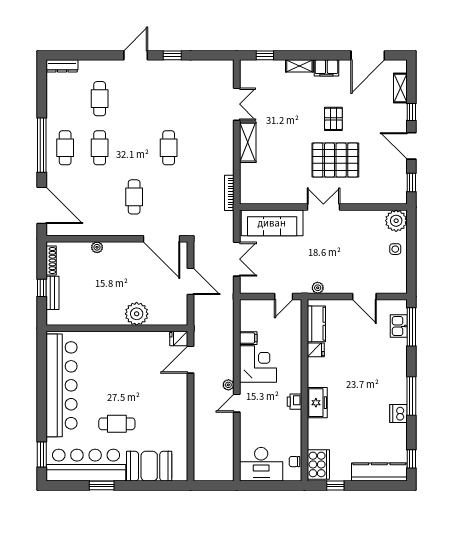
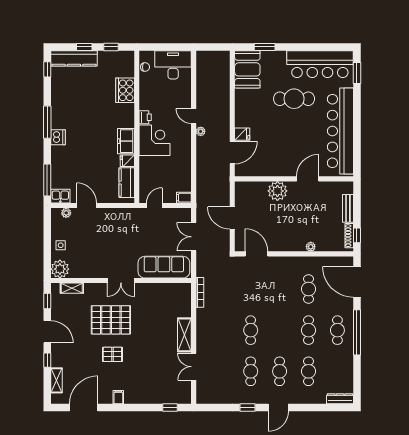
shelving: (299, 66) -> (72, 288), moved
filing cabinet: (326, 68) -> (118, 397), width x0.50
cafe table: (134, 99) -> (280, 371), added
cafe table: (169, 99) -> (251, 371), added
pallet: (333, 119) -> (112, 354), turned 90
cafe table: (134, 197) -> (308, 289), moved
door: (162, 239) -> (257, 254), width x0.73
window: (42, 288) -> (357, 235), moved
plant: (318, 288) -> (66, 213), moved
kitchen sink: (399, 326) -> (60, 196), moved, turned -90
door: (101, 328) -> (308, 179), added
filing cabinet: (248, 338) -> (184, 198), moved
fridge: (179, 339) -> (242, 134), moved
corner desk: (258, 364) -> (155, 140), moved, turned 180
door: (237, 403) -> (194, 116), swing flipped
freezer: (317, 403) -> (126, 141), moved
dishwasher: (398, 414) -> (58, 137), moved
cafe table: (117, 424) -> (294, 99), width x1.37, depth x1.35
cooker: (318, 464) -> (125, 90), moved
booth: (149, 466) -> (247, 69), moved, turned 90
window: (102, 486) -> (265, 47), moved
window: (367, 486) -> (84, 47), added

